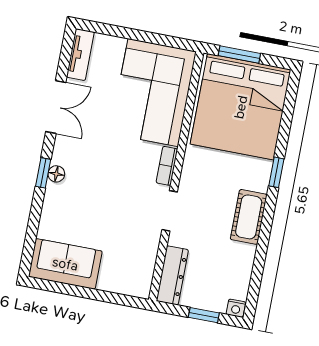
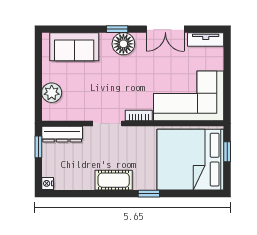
window: (239, 55) -> (227, 152), width x0.67
floor lamp: (56, 174) -> (123, 44), width x1.89, depth x1.89
sofa: (65, 264) -> (74, 47), moved, turned 90
plant: (113, 279) -> (52, 93), added
window: (204, 315) -> (38, 147), moved

